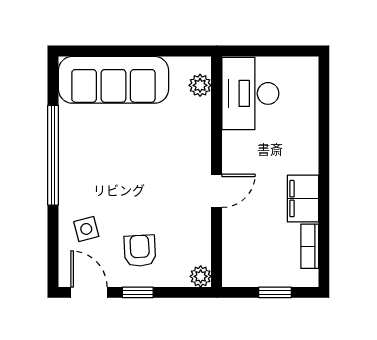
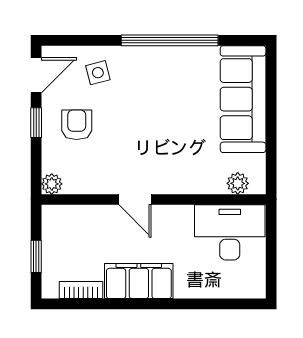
filing cabinet: (303, 199) -> (139, 281), width x1.50, depth x1.17
armchair: (140, 251) -> (77, 125), turned -87

